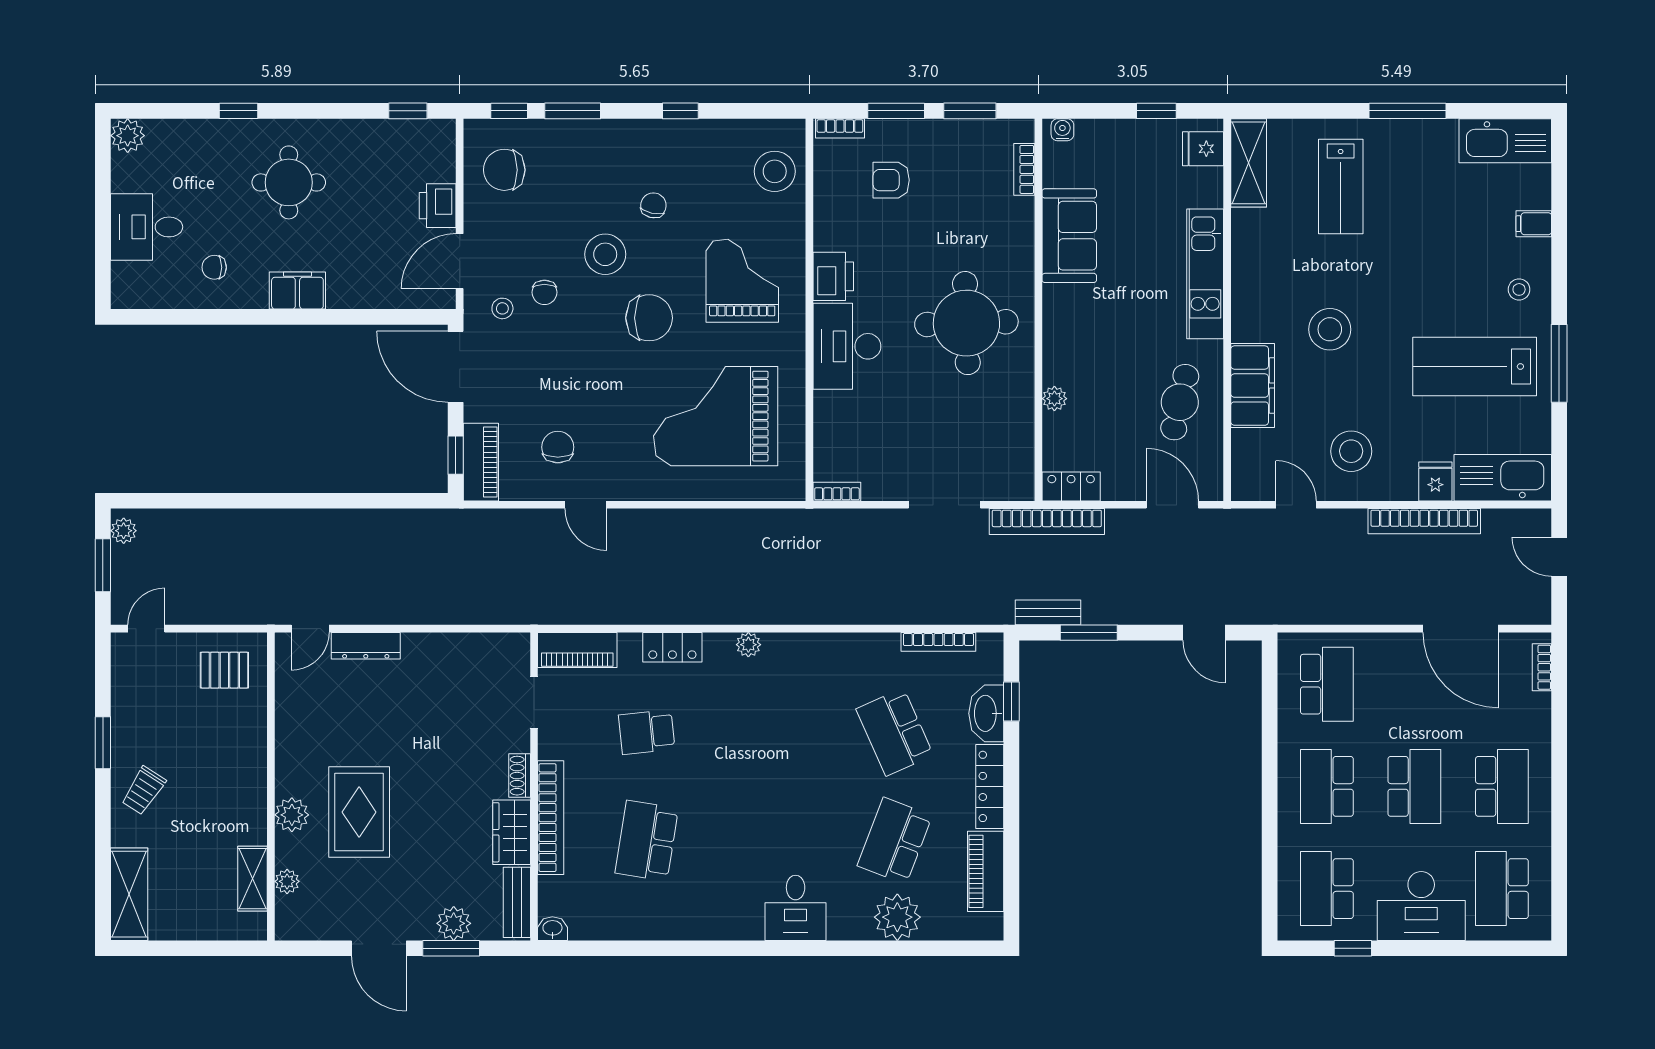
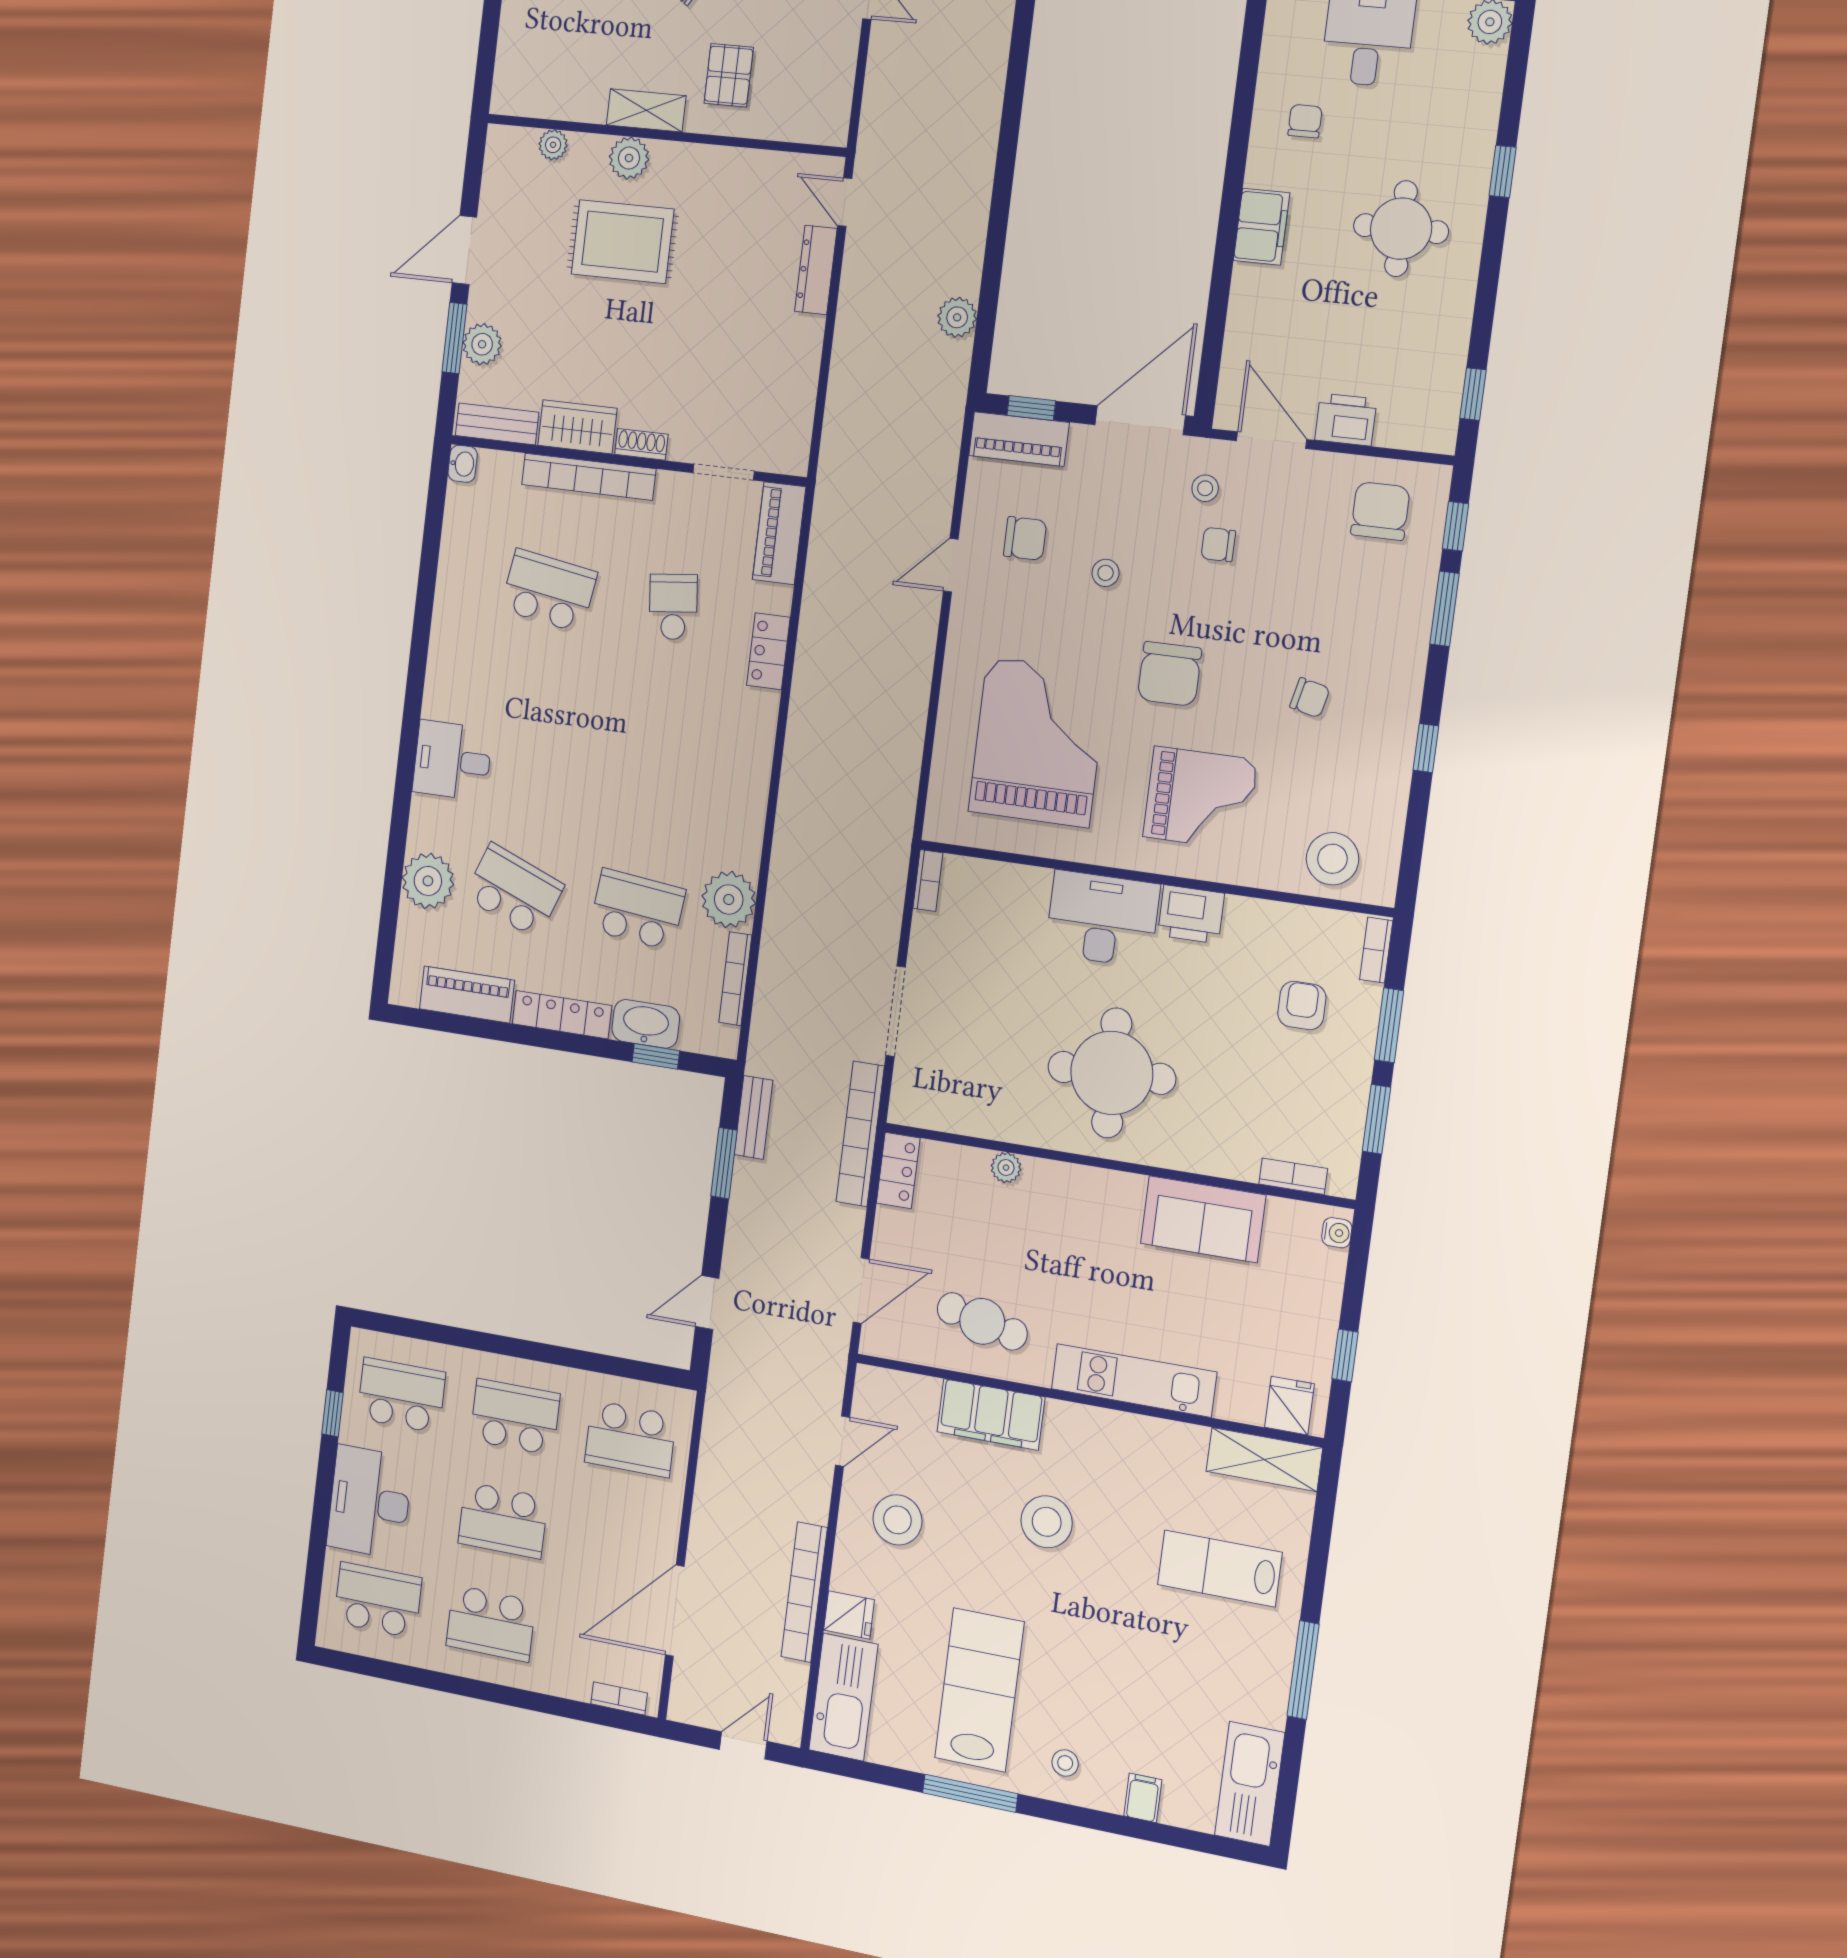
stool: (605, 254) -> (1106, 573), moved, width x0.53, depth x0.53
plant: (391, 525) -> (957, 317), added
plant: (748, 645) -> (729, 900), moved, width x1.87, depth x1.87
pallet: (224, 670) -> (729, 75), moved
school desk: (895, 732) -> (637, 909), turned 30
shelving: (253, 879) -> (646, 110), moved

